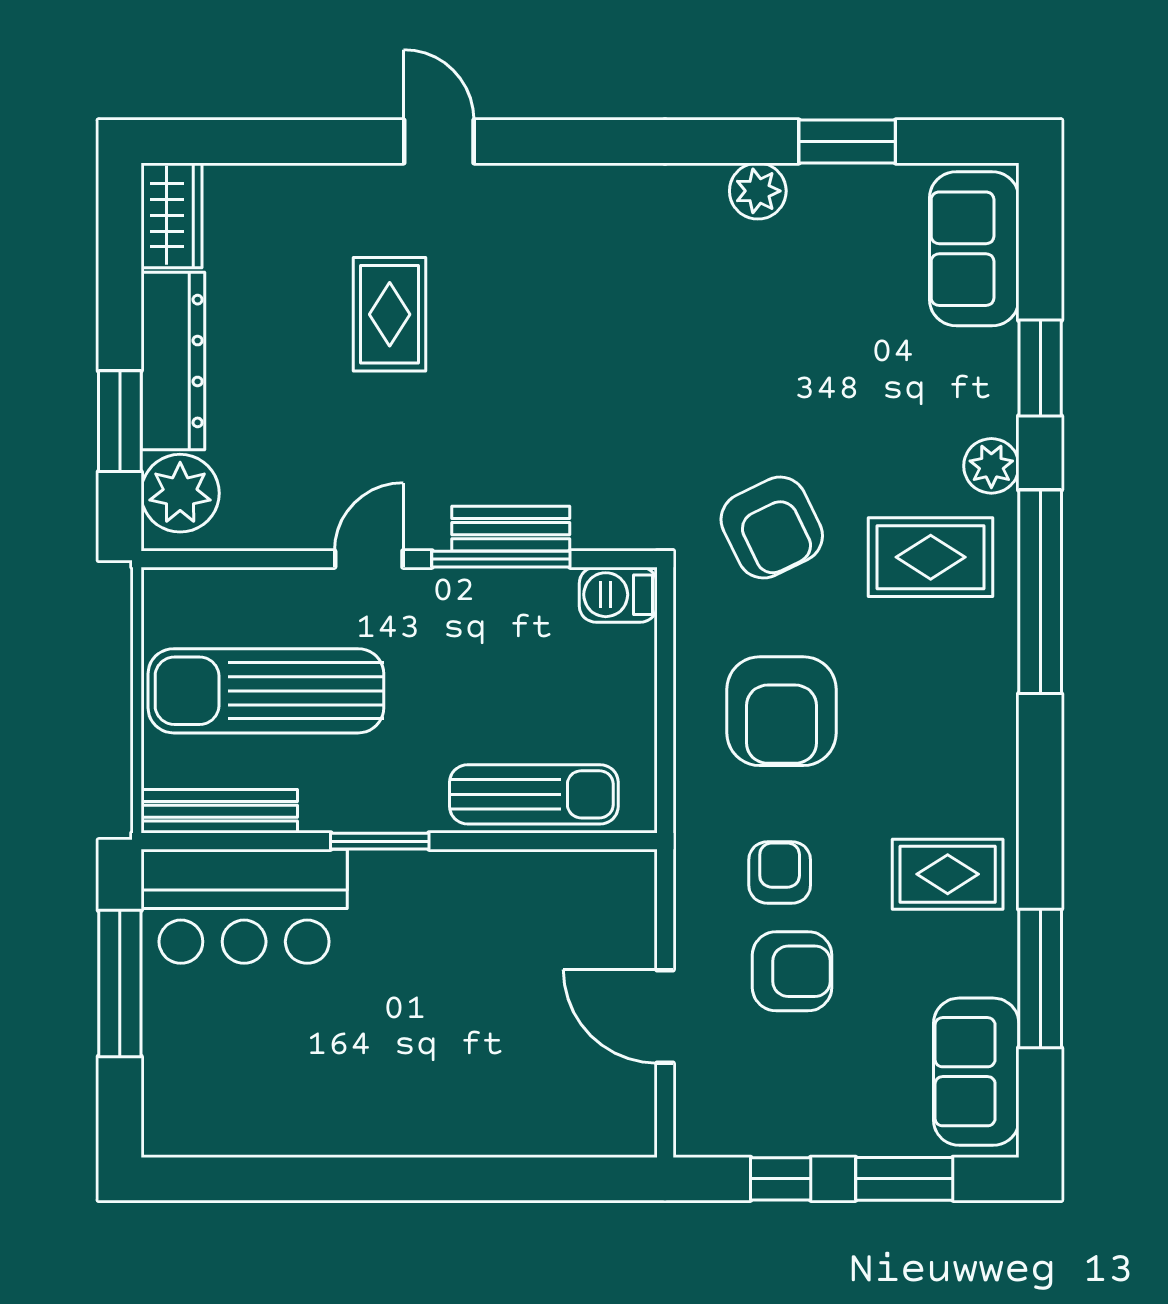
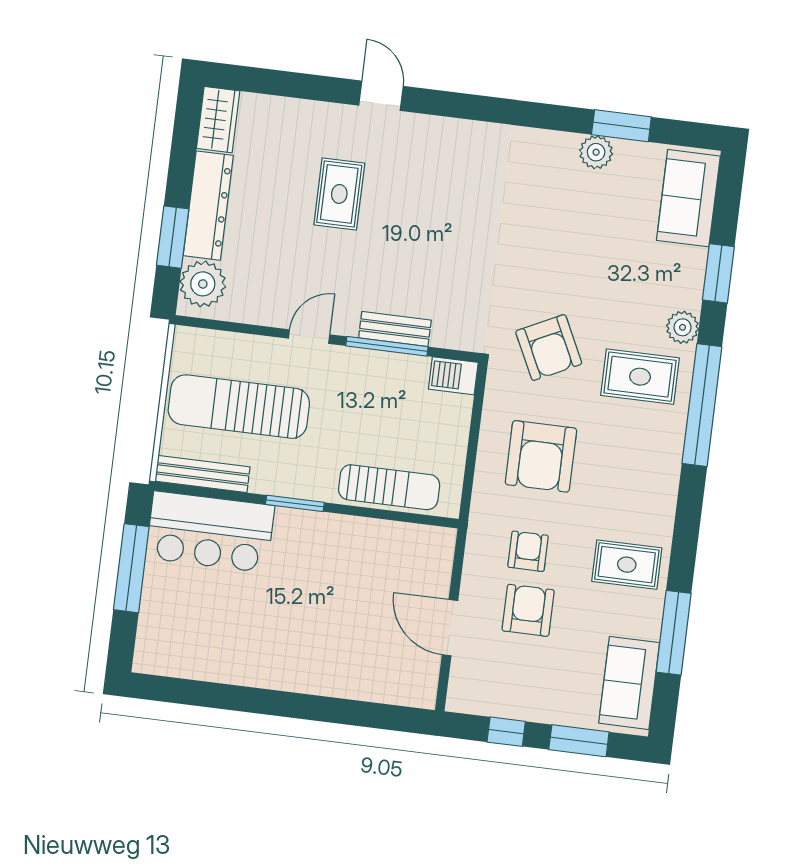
plant: (758, 191) -> (596, 152), moved
armchair: (792, 971) -> (528, 610), turned -90

